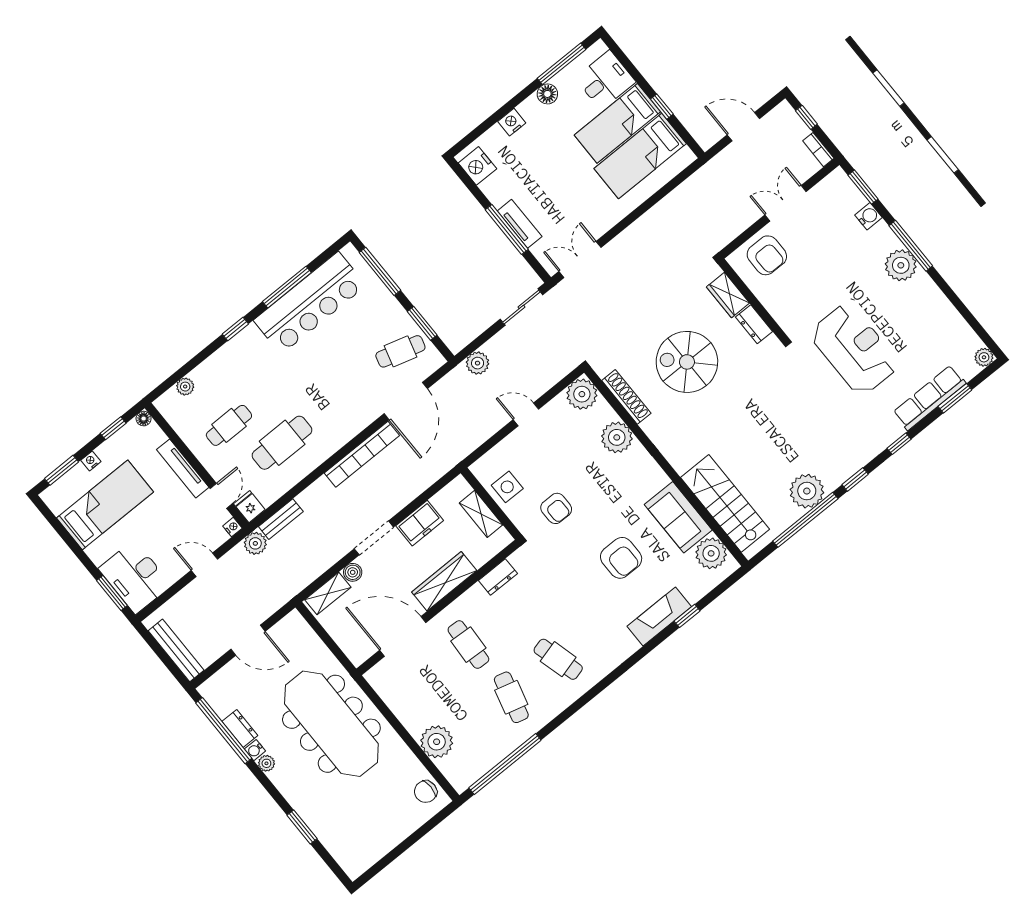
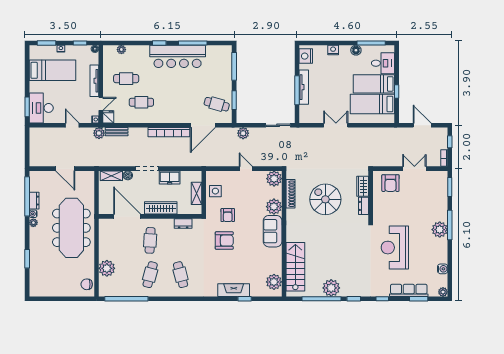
water cooler: (869, 216) -> (443, 269), moved
tv unit: (520, 224) -> (304, 87), width x1.41
double door: (580, 259) -> (336, 125), moved
bar counter: (310, 303) -> (178, 56), moved
reception desk: (854, 349) -> (395, 248), turned 180
cafe table: (282, 443) -> (141, 102), width x0.73, depth x0.74
sofa: (678, 517) -> (273, 231), moved
armchair: (621, 558) -> (224, 241), moved, turned -90
bench: (176, 650) -> (34, 150), removed

